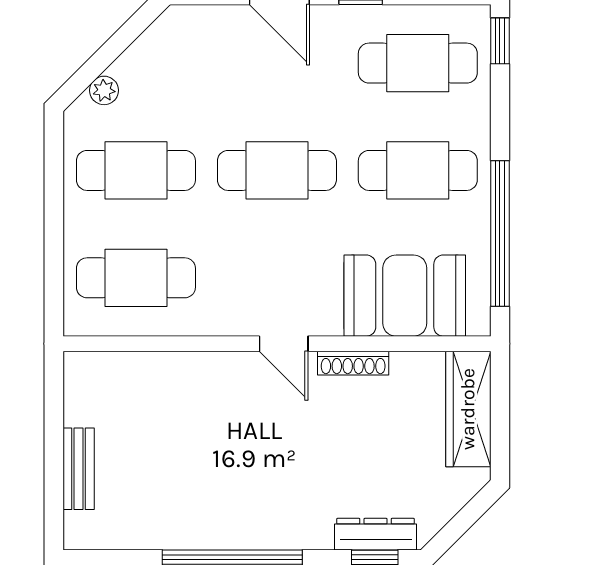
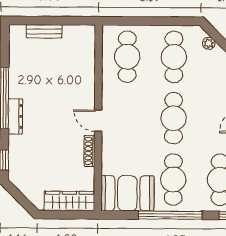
window: (500, 234) -> (170, 215), moved
booth: (405, 296) -> (127, 193), moved, turned 90
door: (284, 344) -> (98, 121), hinge flipped
dresser: (376, 534) -> (15, 116), moved

